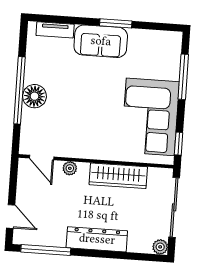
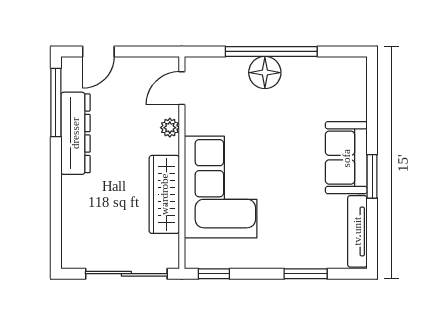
tv unit: (55, 30) -> (357, 231), moved, width x1.41
window: (183, 77) -> (306, 274), width x0.69
corner sofa: (150, 117) -> (221, 187), moved, turned 90
dresser: (97, 239) -> (75, 133), moved
plant: (160, 247) -> (71, 258), removed

